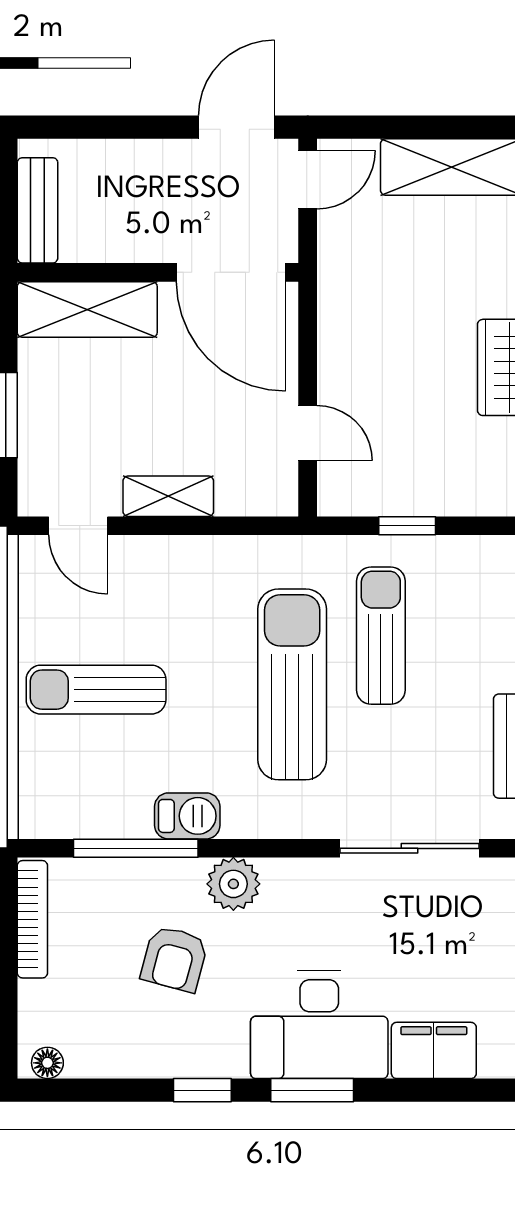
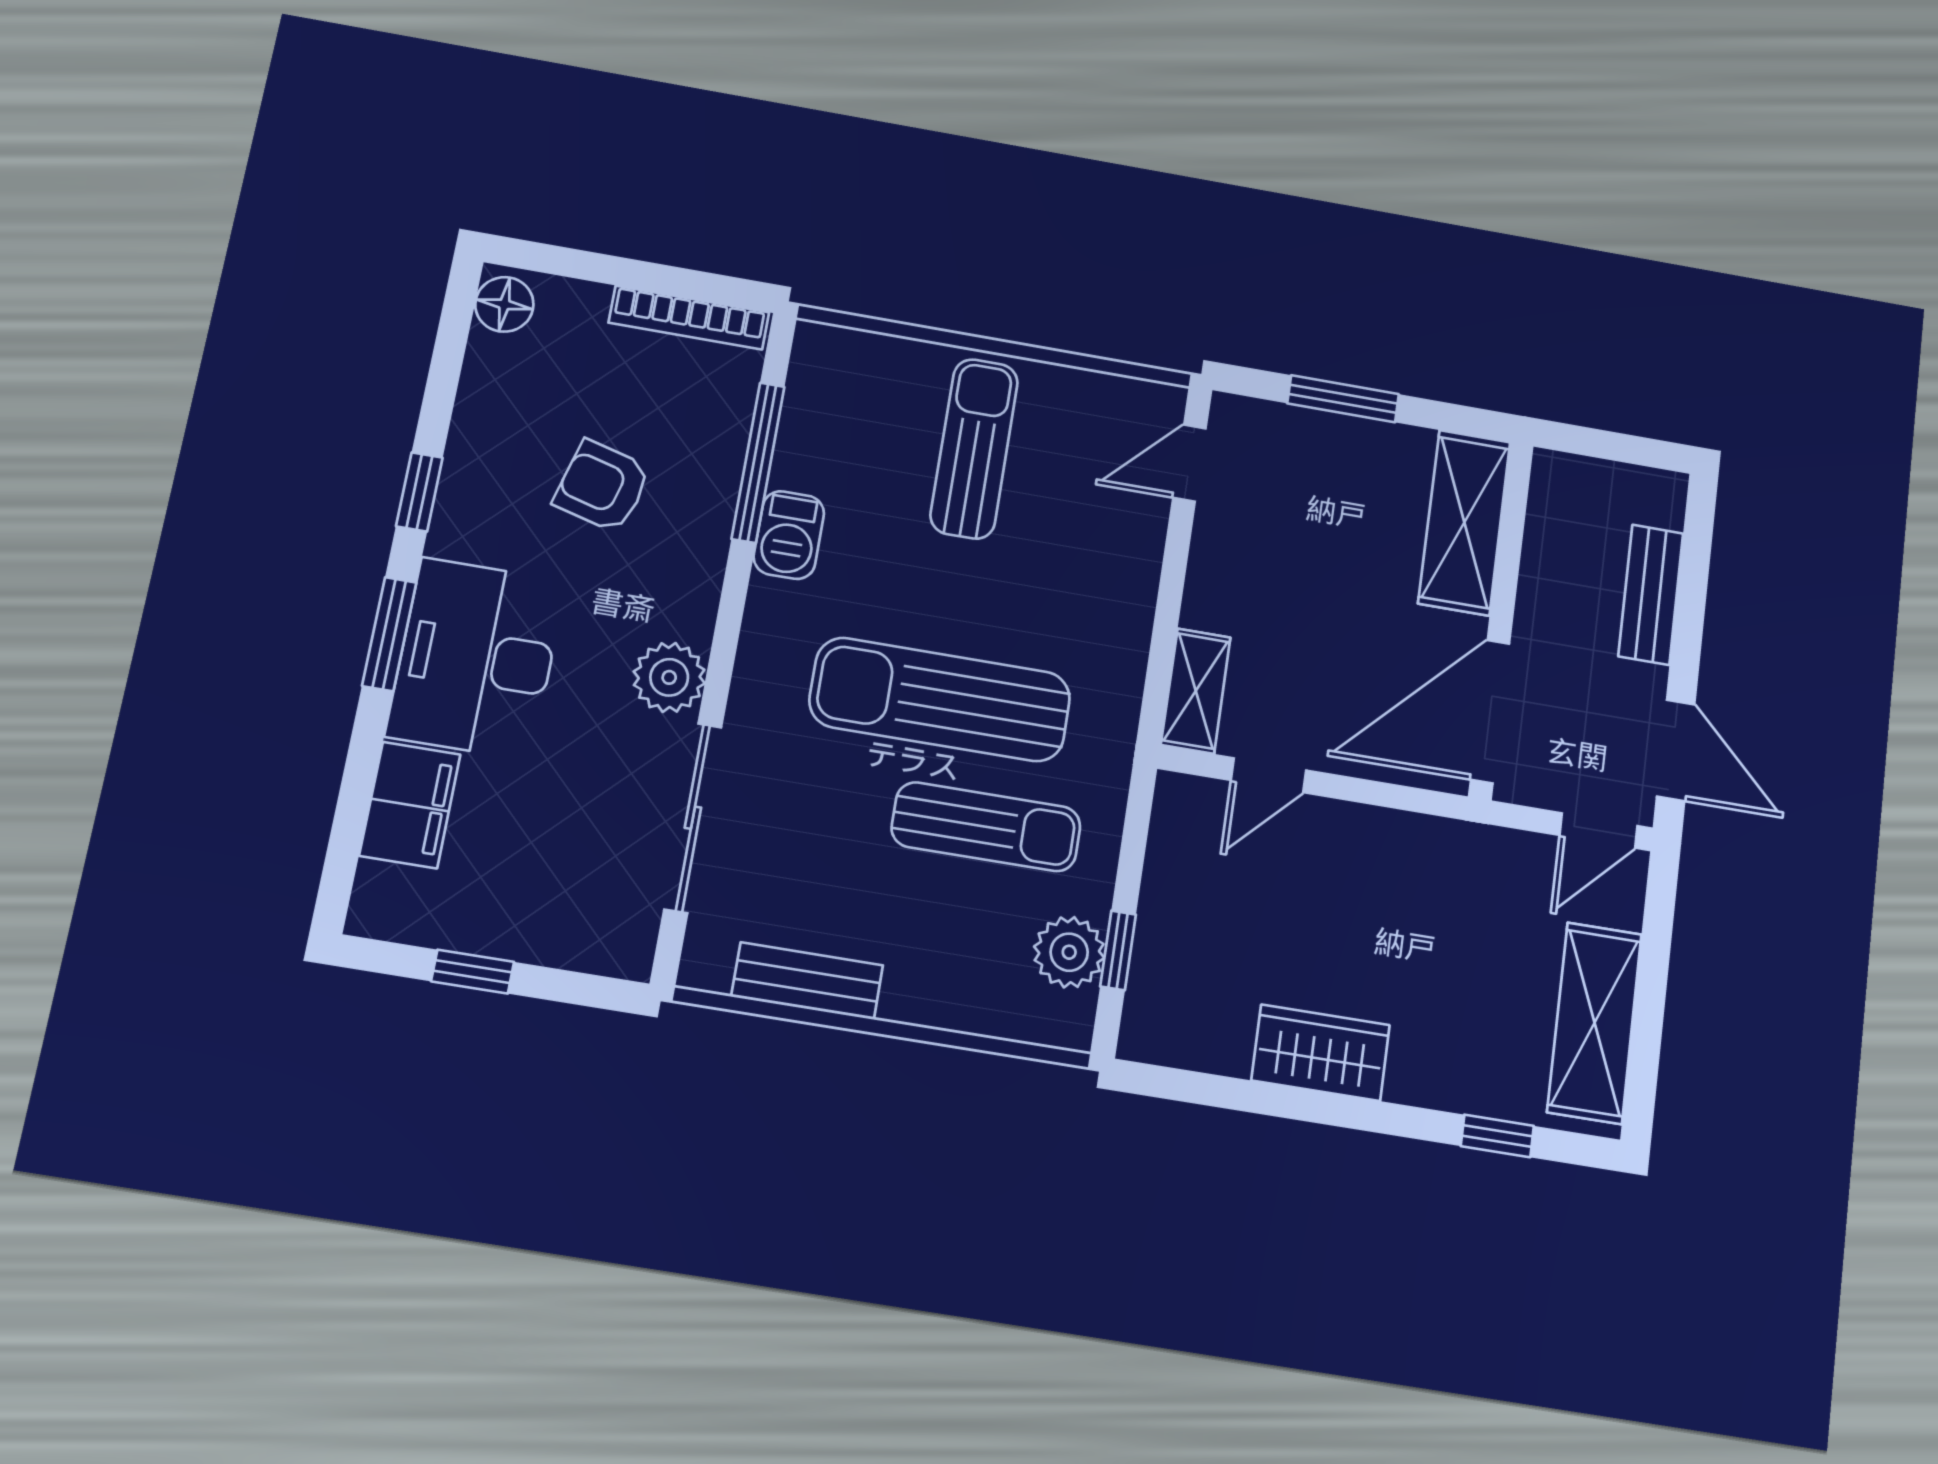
door: (308, 180) -> (1599, 831), hinge flipped
bench: (38, 210) -> (1651, 595), moved, turned 90
shelving: (168, 496) -> (1196, 691), moved
window: (407, 526) -> (1118, 950), moved
plant: (462, 561) -> (1069, 952), added
sun lounger: (292, 684) -> (940, 699), turned 180
plant: (233, 884) -> (669, 677), moved
floor lamp: (47, 1063) -> (504, 304), width x1.37, depth x1.37

